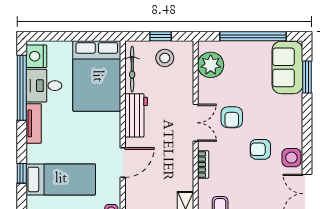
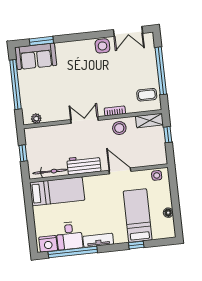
stool: (165, 58) -> (119, 128), moved
plant: (211, 65) -> (36, 119), width x0.53, depth x0.53
bed: (97, 76) -> (57, 191), width x0.67
armchair: (232, 117) -> (77, 94), removed
armchair: (260, 149) -> (99, 70), removed

